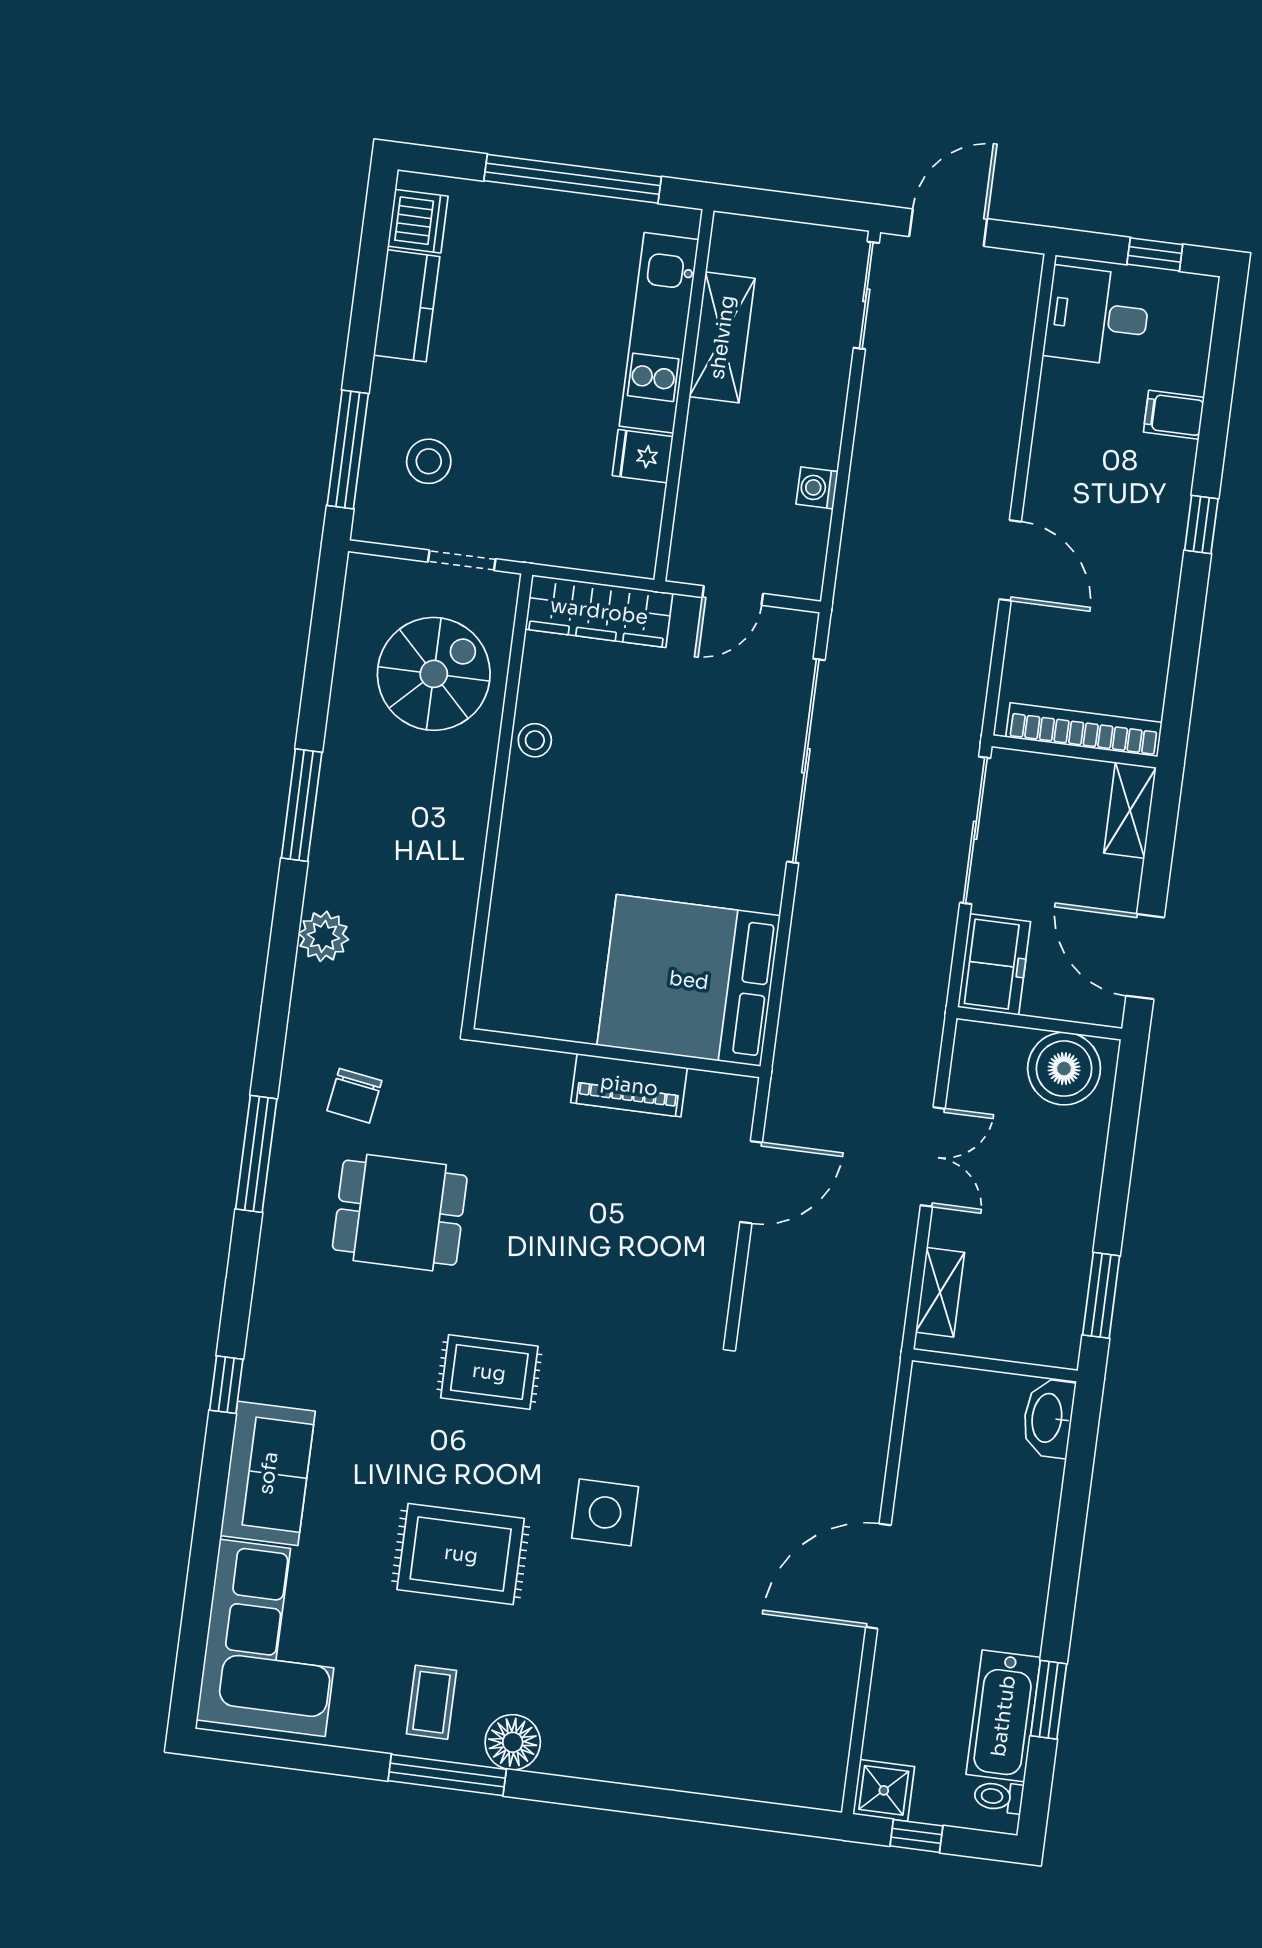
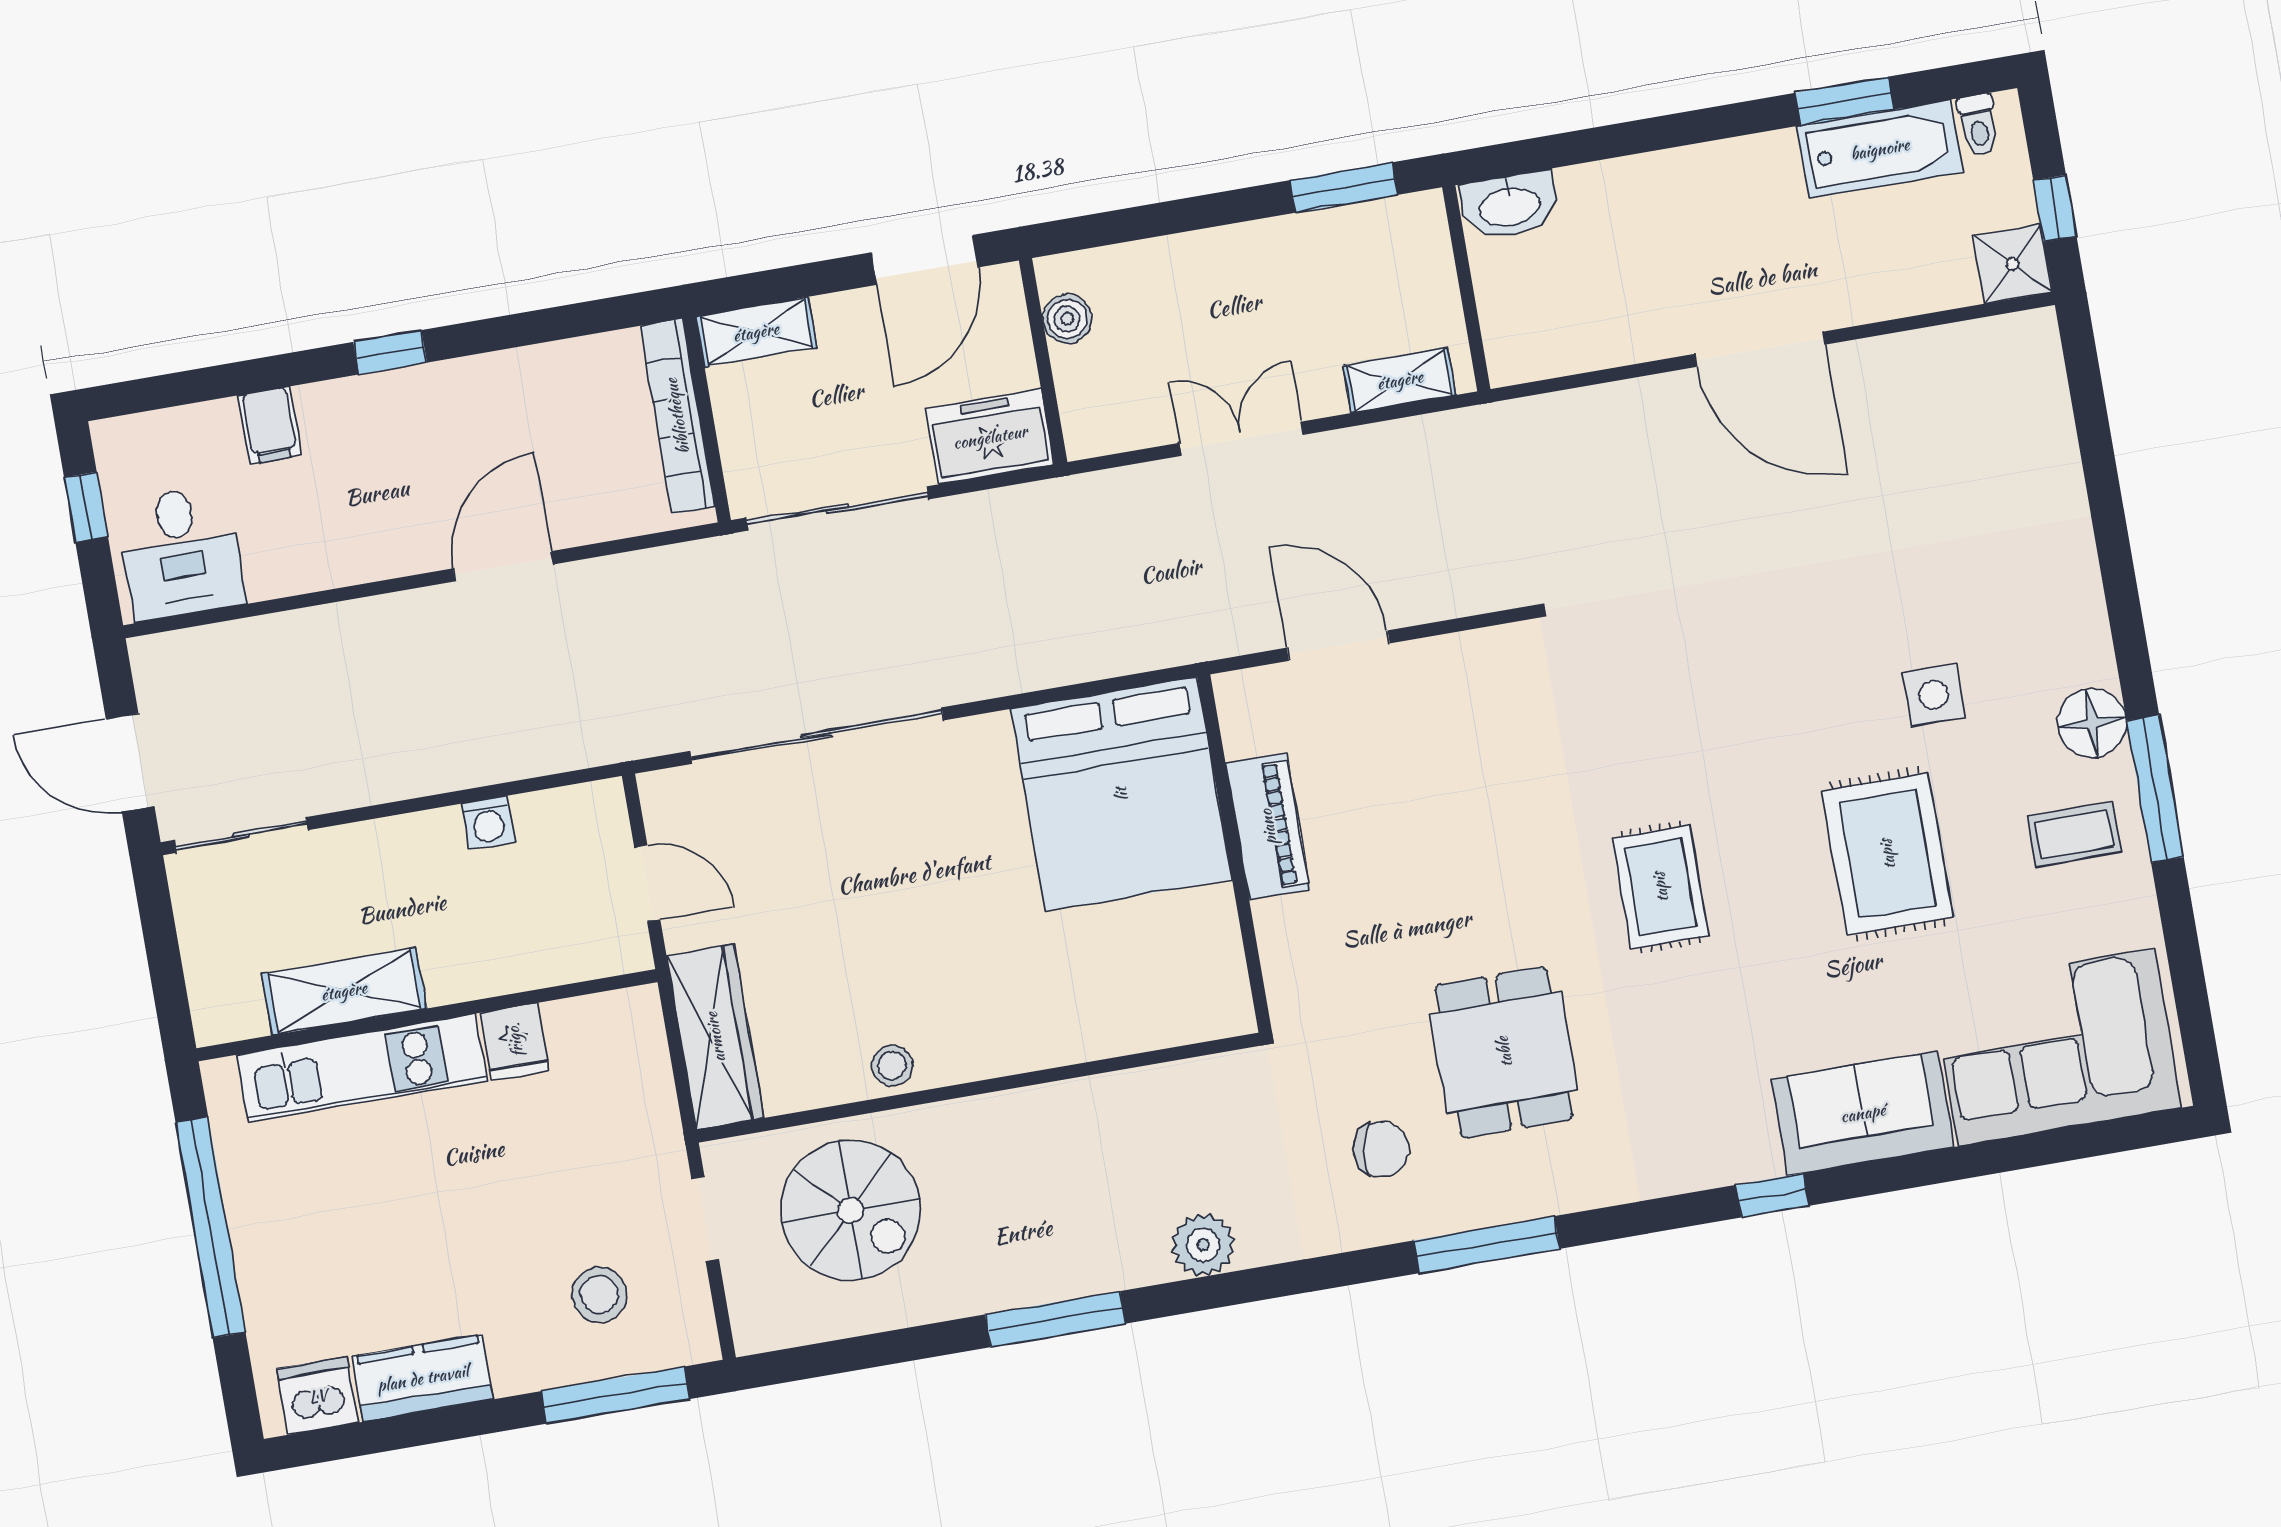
spiral stairs: (434, 674) -> (850, 1210), turned 180
boiler: (1064, 1069) -> (1067, 319), width x0.54, depth x0.54
side table: (605, 1512) -> (1934, 695), moved, width x0.73, depth x0.73

